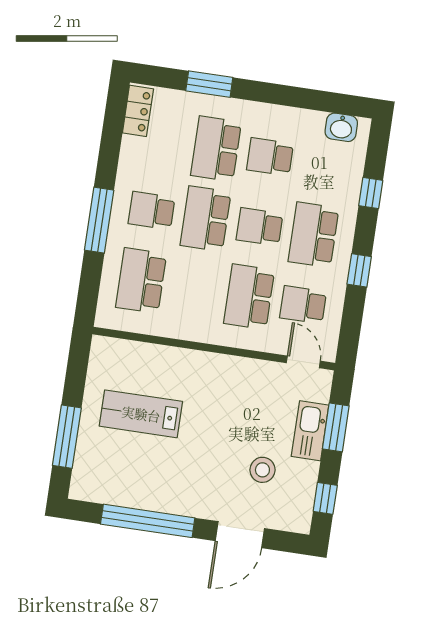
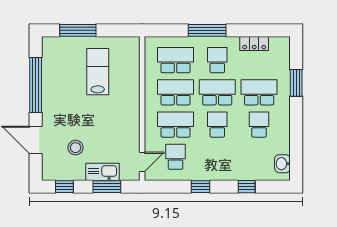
locker: (138, 111) -> (254, 43), moved
school desk: (314, 235) -> (175, 92), moved

